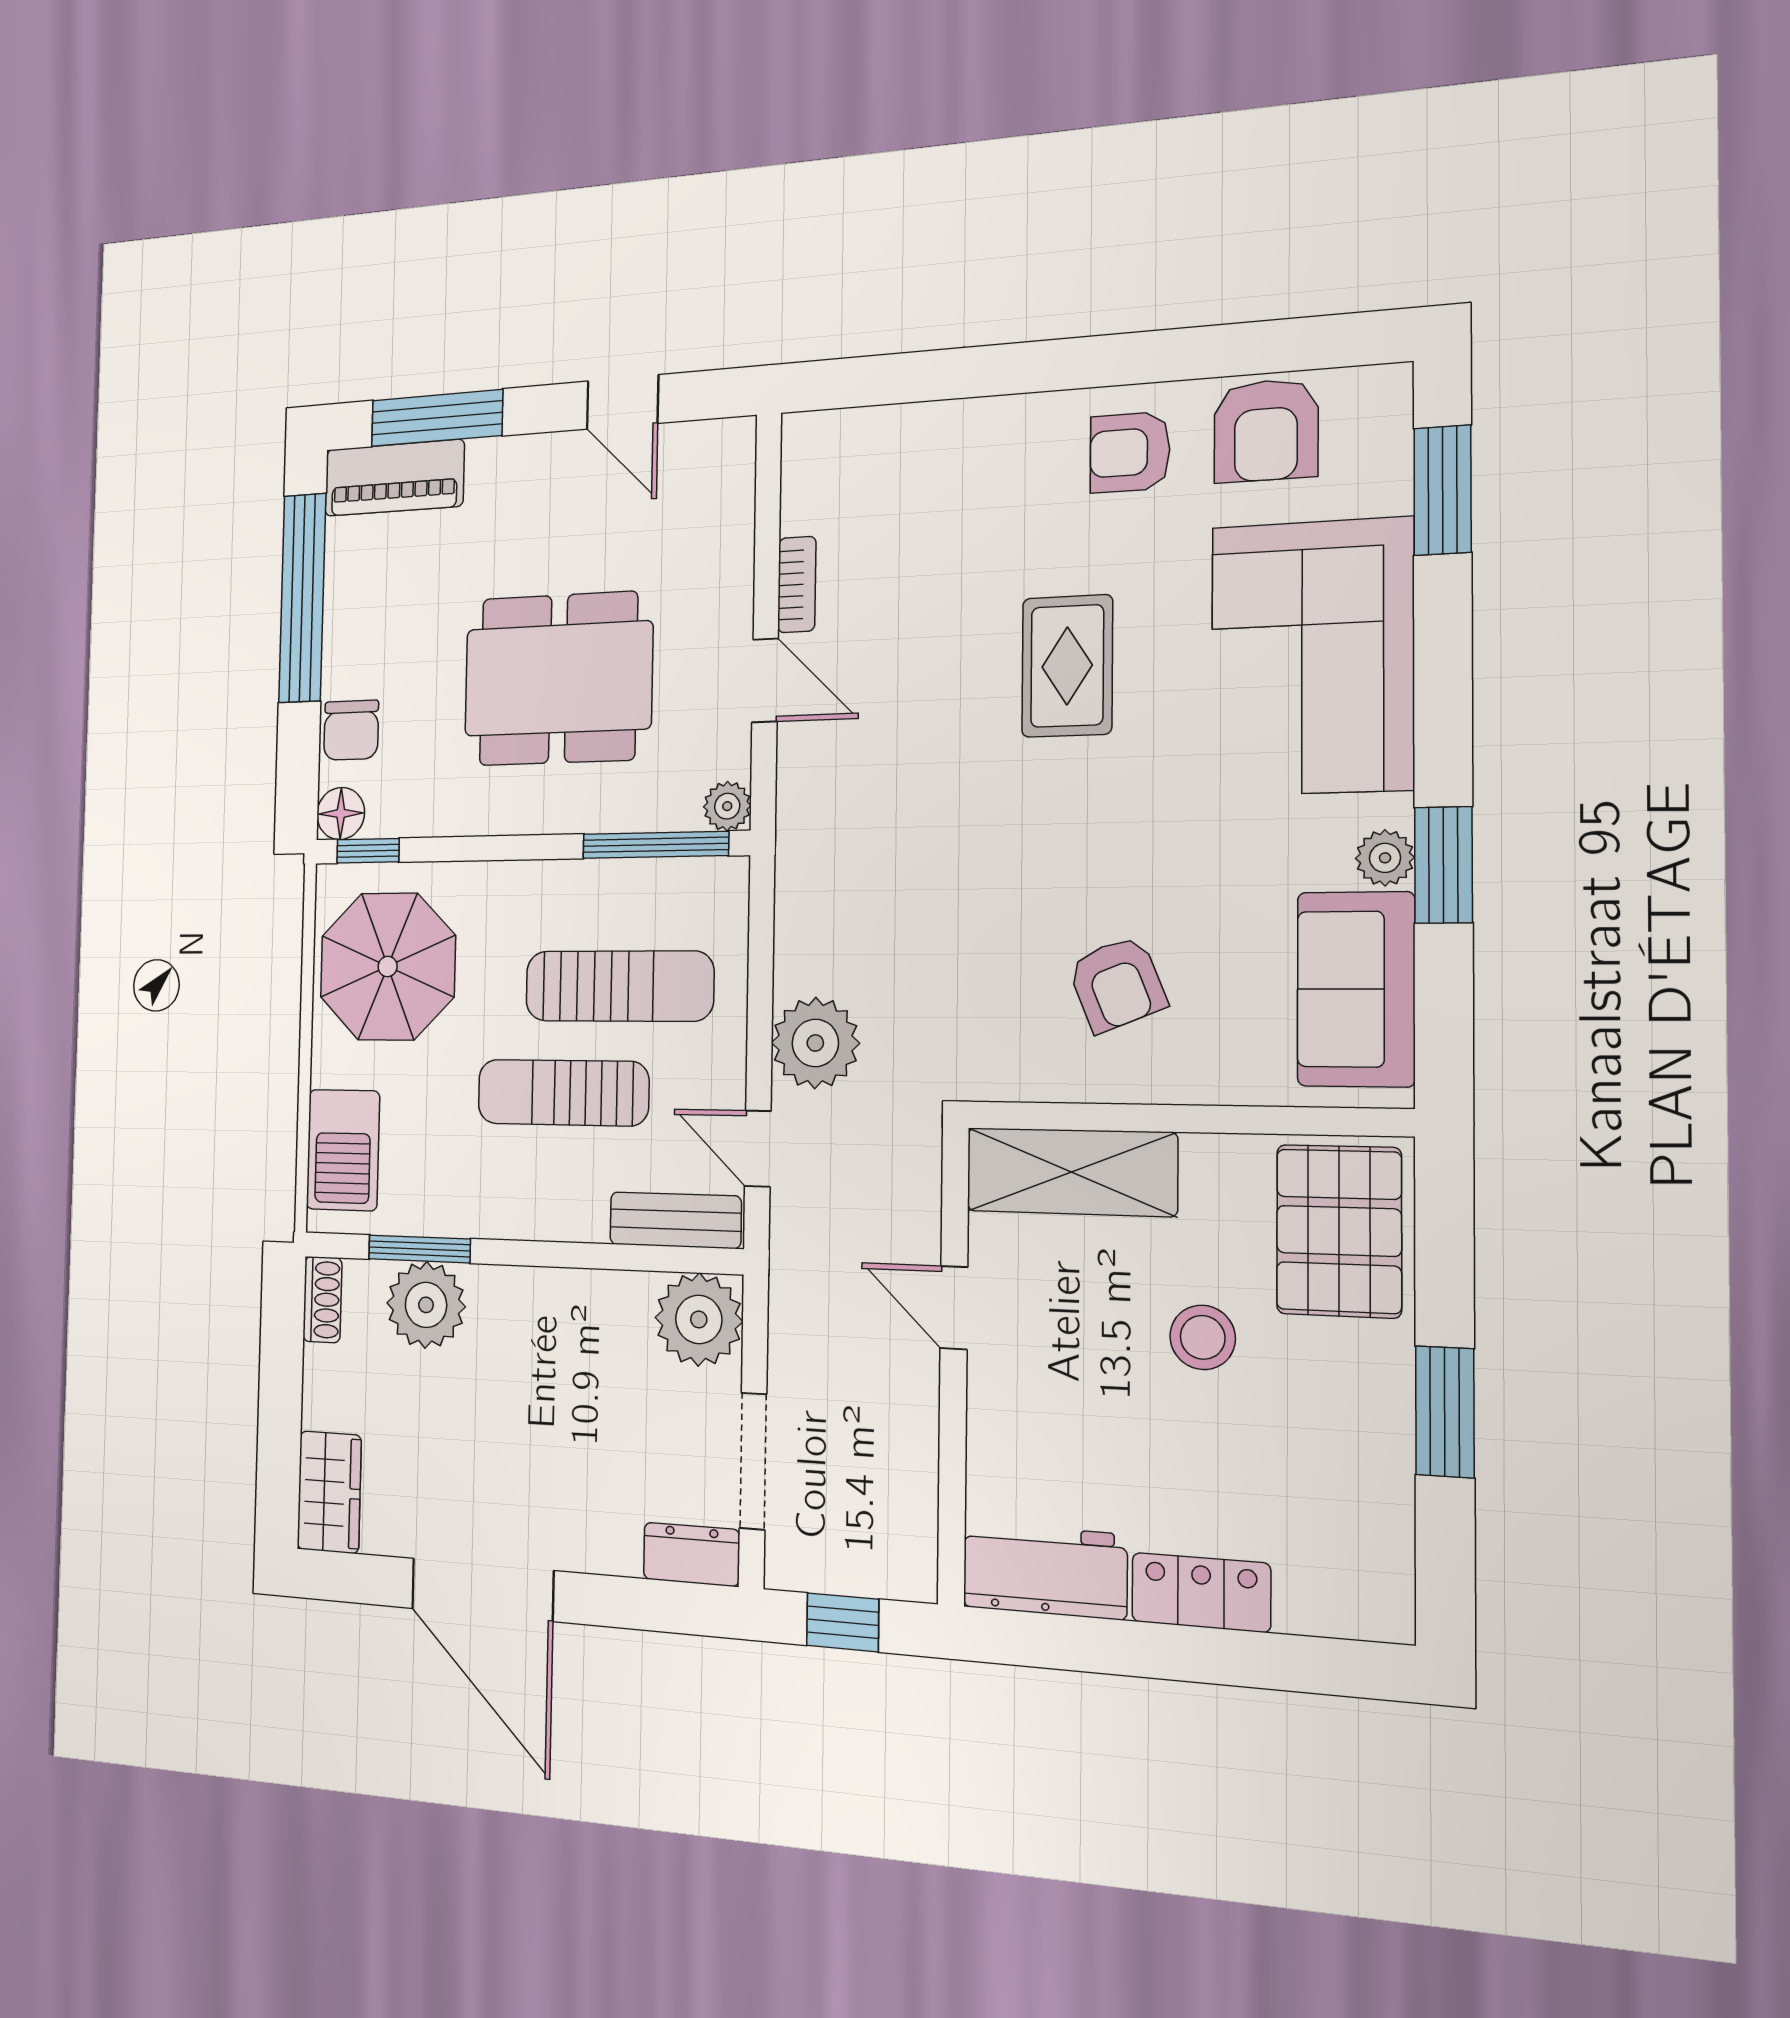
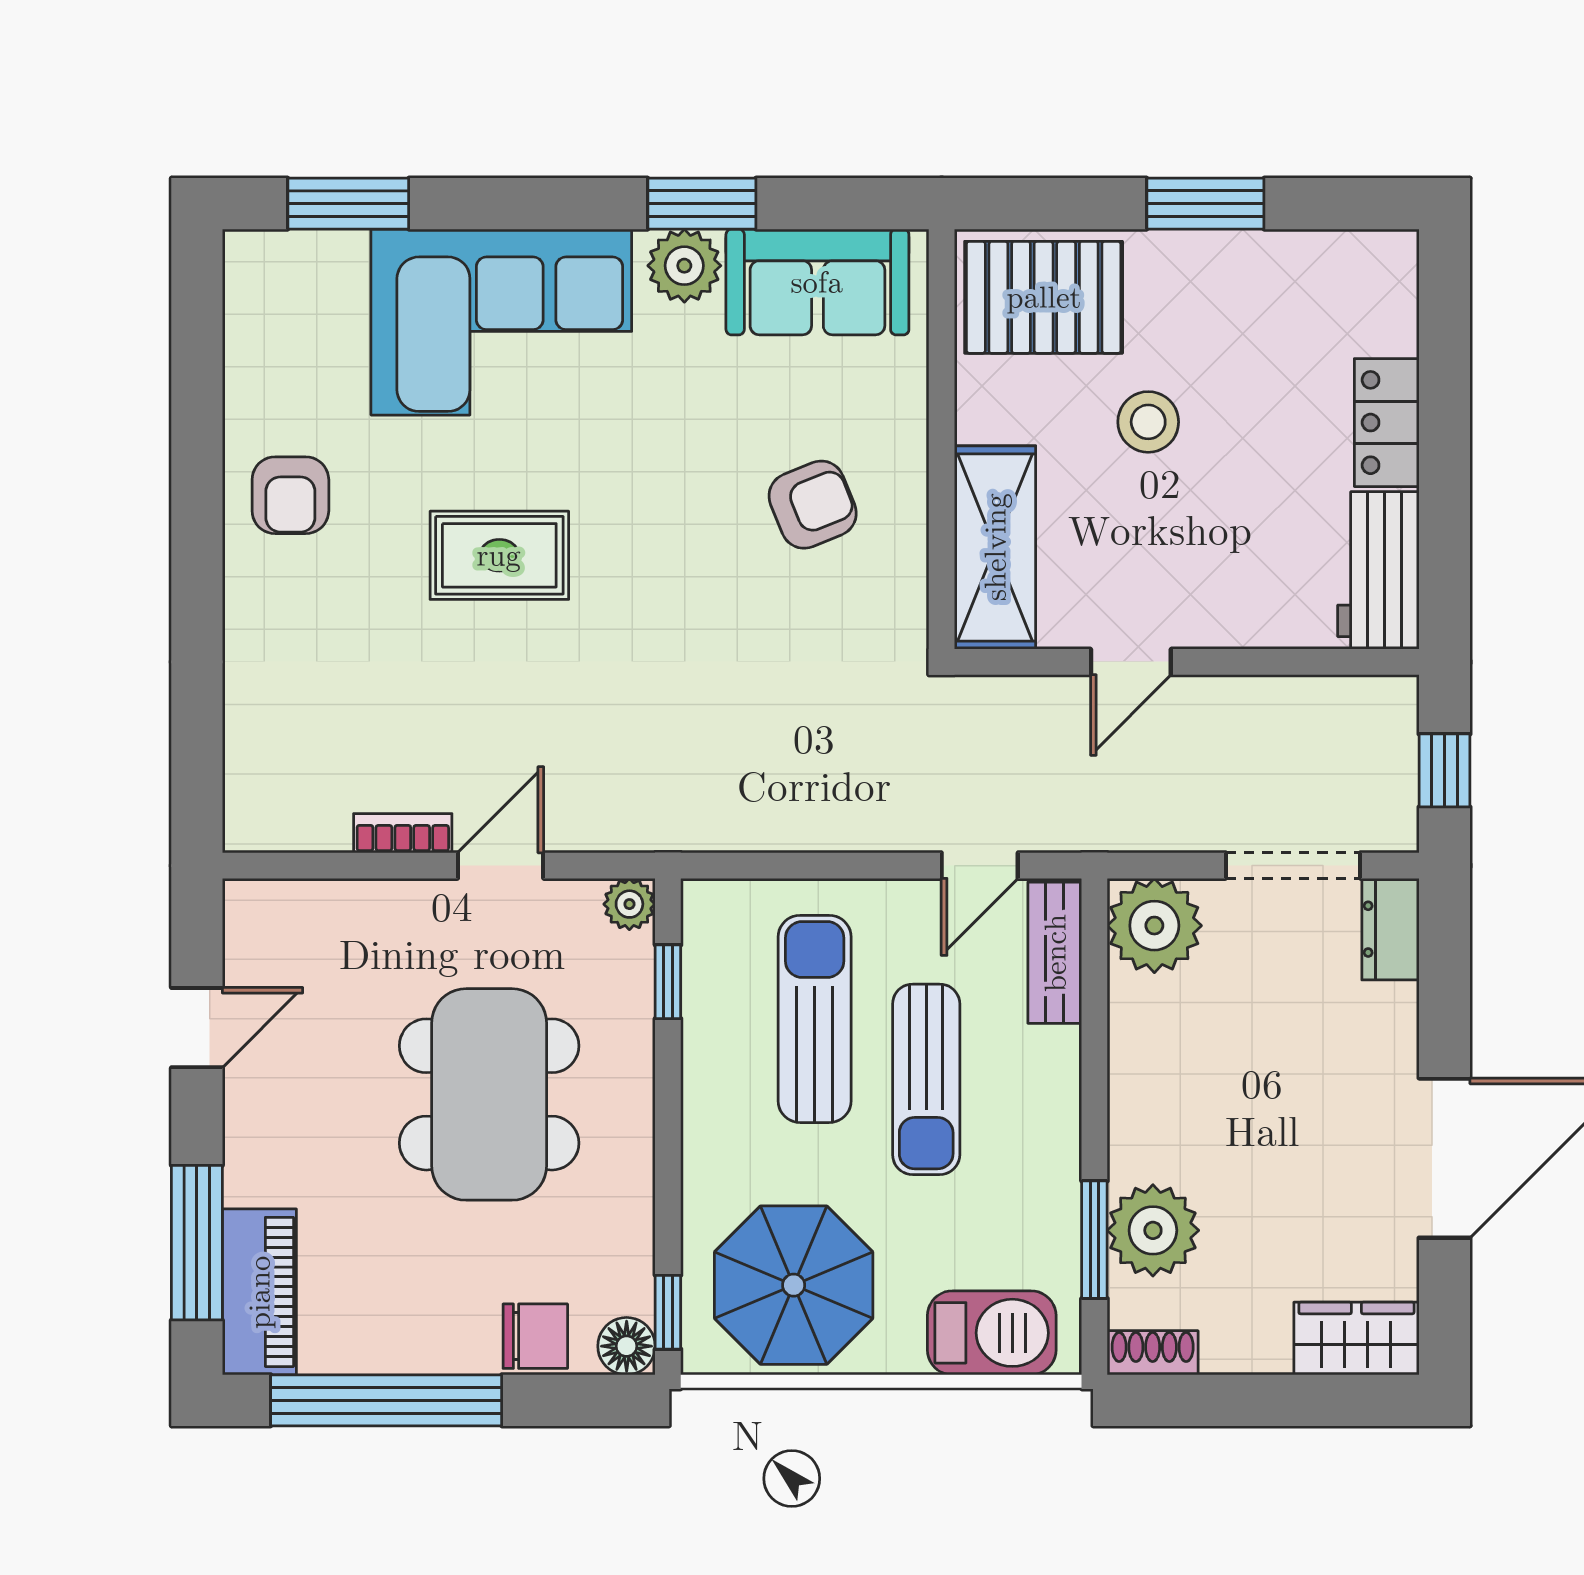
armchair: (1266, 430) -> (279, 365), removed
window: (655, 845) -> (668, 982), width x0.46
plant: (1385, 858) -> (684, 266), width x1.38, depth x1.38
plant: (815, 1043) -> (872, 807), removed

